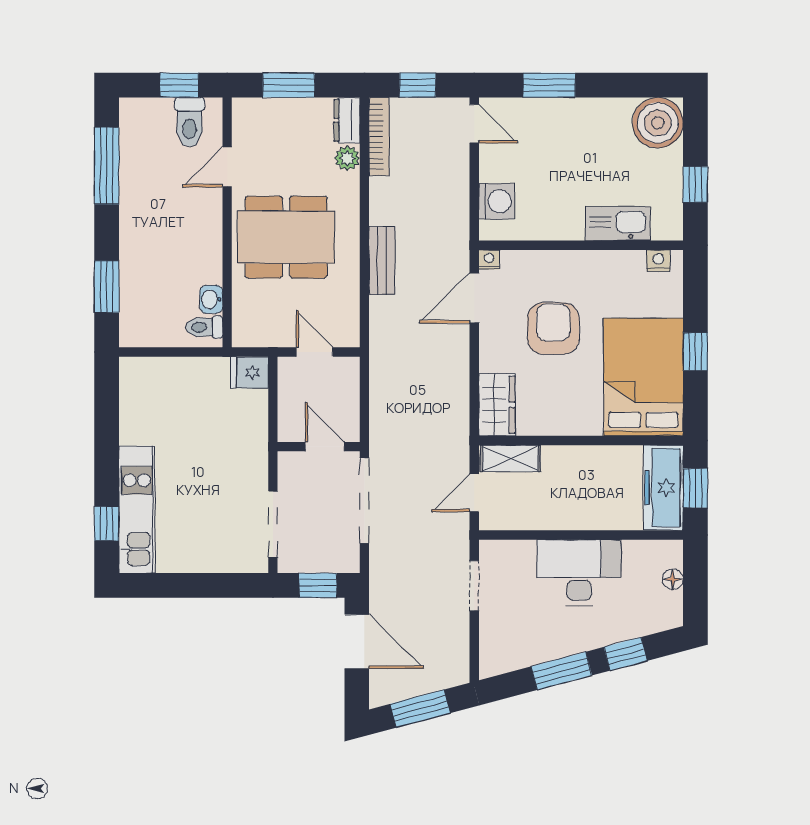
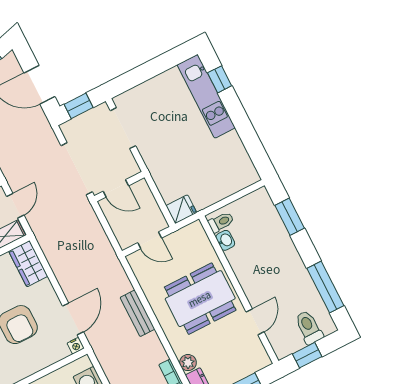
toilet: (190, 122) -> (309, 327), moved

